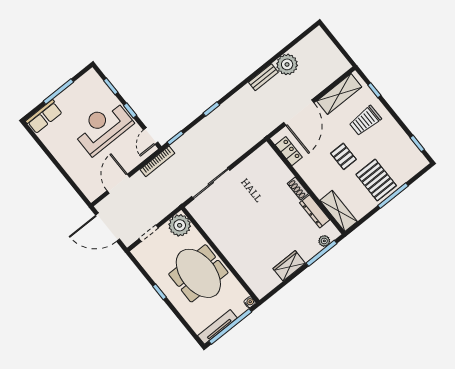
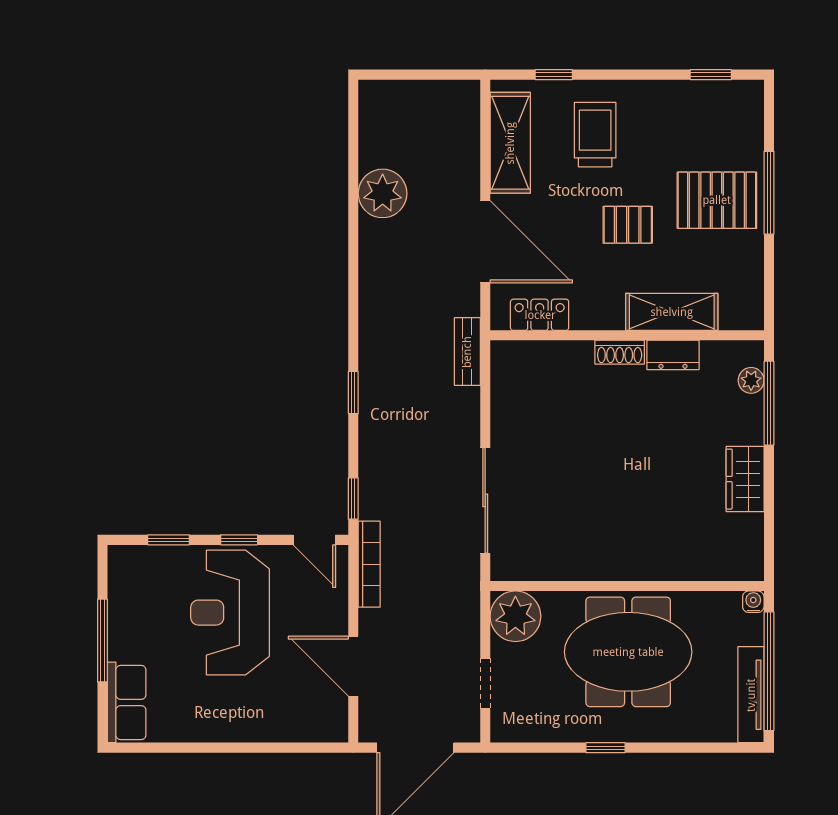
bench: (263, 77) -> (467, 352), moved
trolley: (365, 121) -> (595, 135), turned 180
dresser: (315, 211) -> (673, 355), width x0.70
shelving: (339, 211) -> (672, 312), moved

